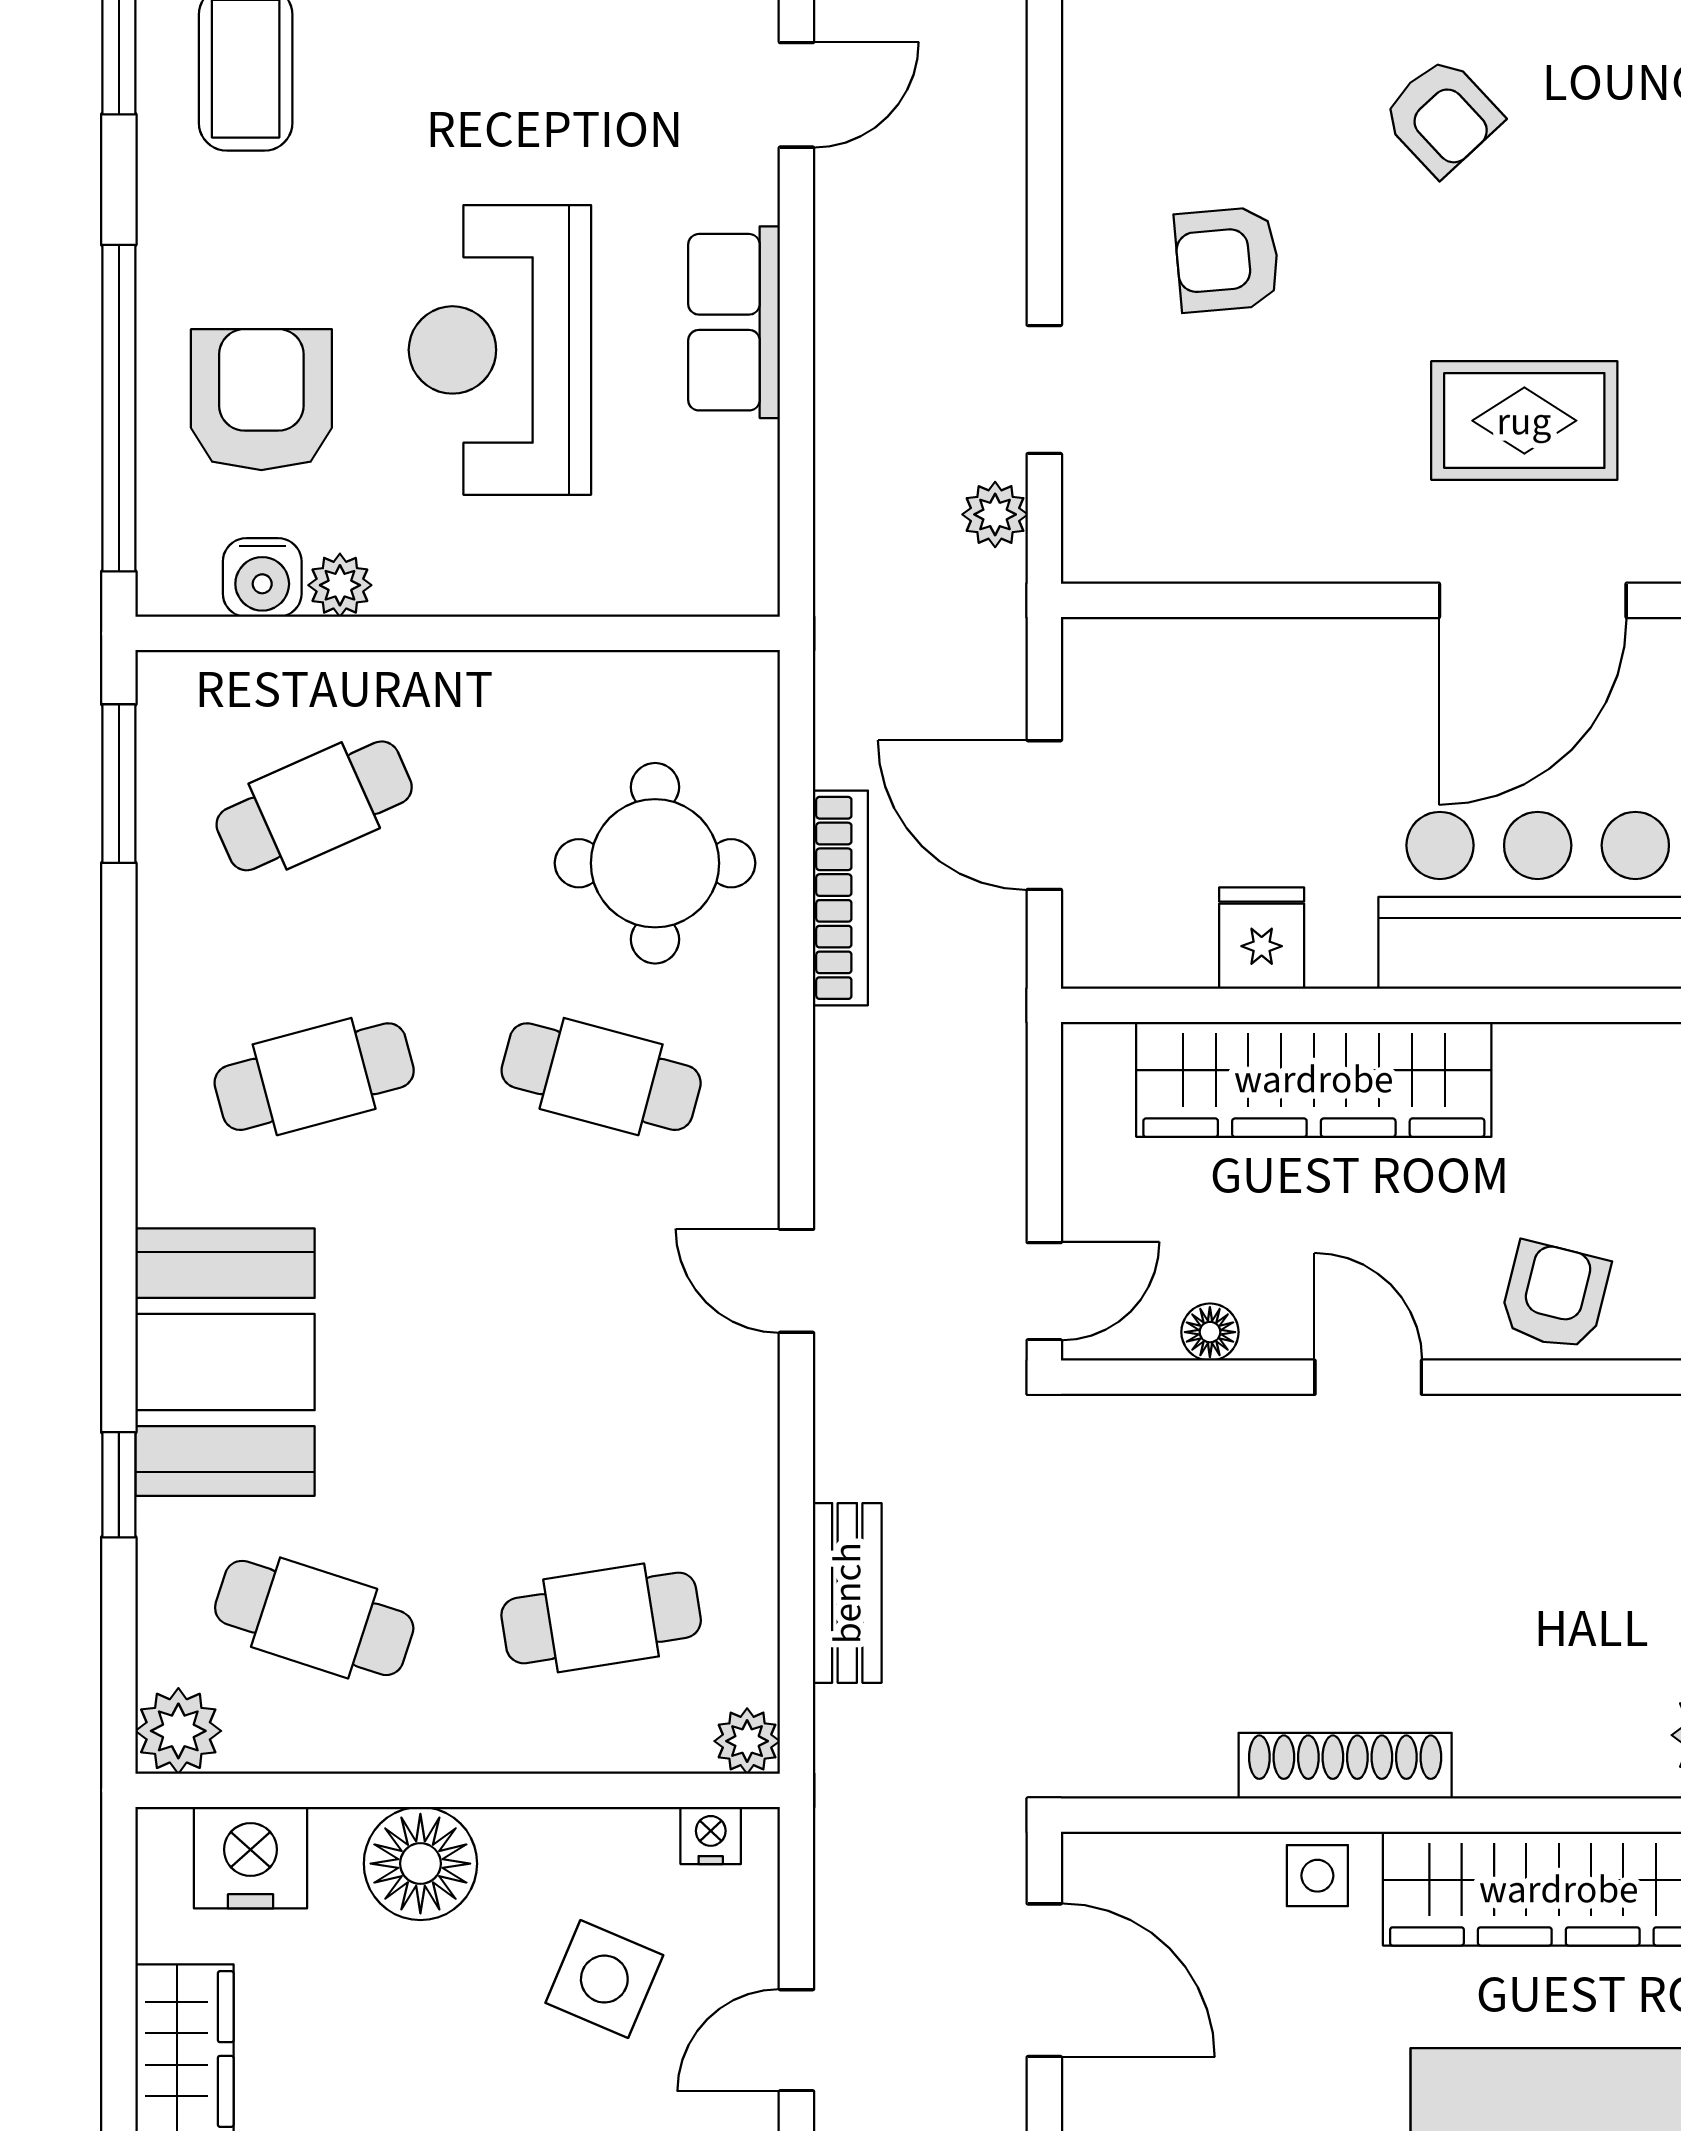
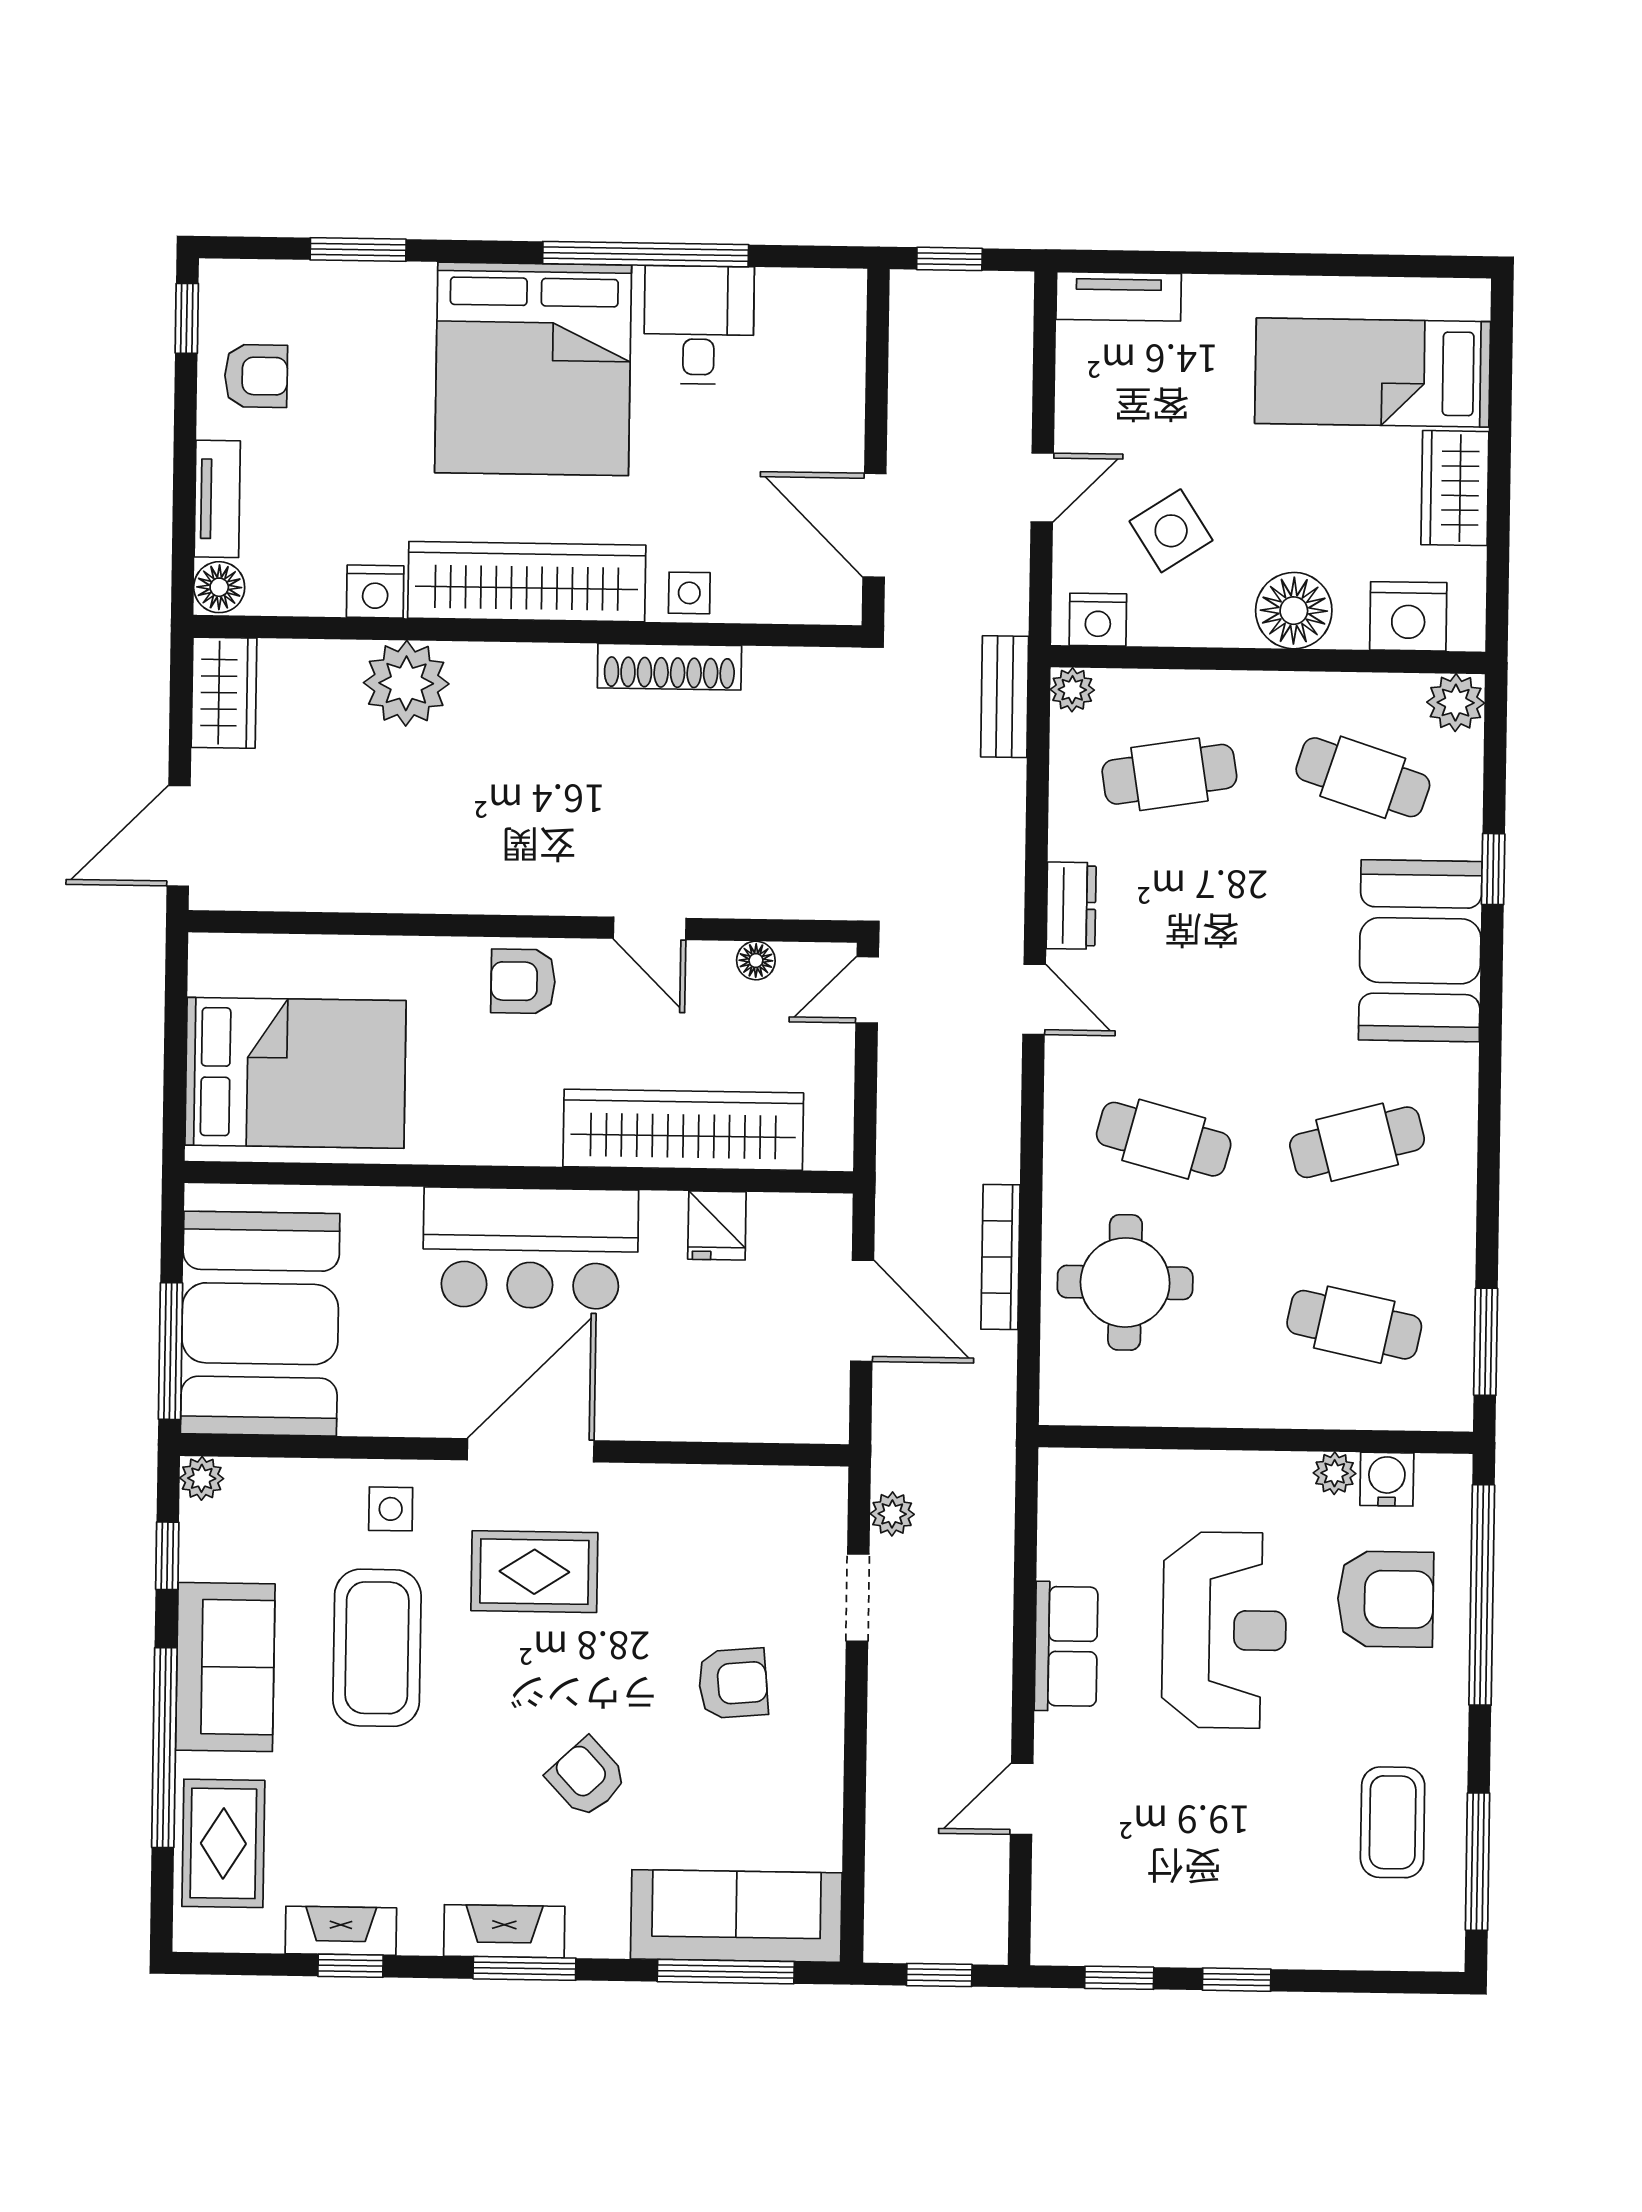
armchair: (261, 400) -> (1385, 1599), turned -90
cafe table: (314, 806) -> (1354, 1325), turned 36
armchair: (1555, 1296) -> (523, 981), turned 76
dresser: (744, 1421) -> (1071, 906), added
bench: (847, 1593) -> (1005, 697), moved
nightstand: (711, 1835) -> (1098, 620), width x1.39, depth x1.35
side table: (604, 1979) -> (1171, 531), turned 34

